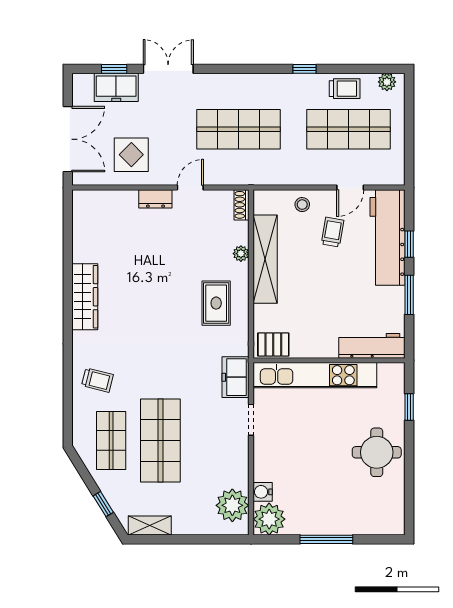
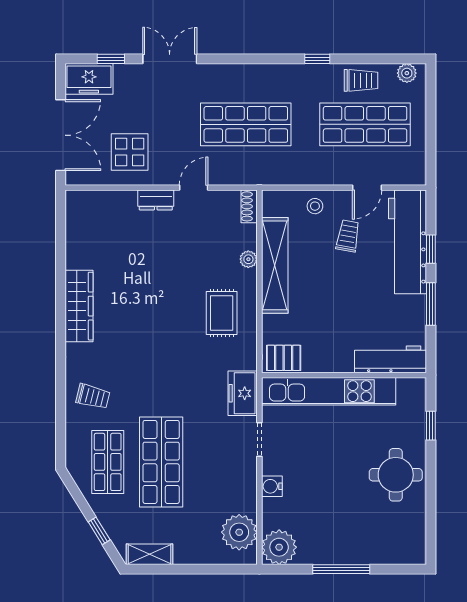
freezer: (116, 87) -> (89, 79), moved
water cooler: (263, 492) -> (272, 486), moved

